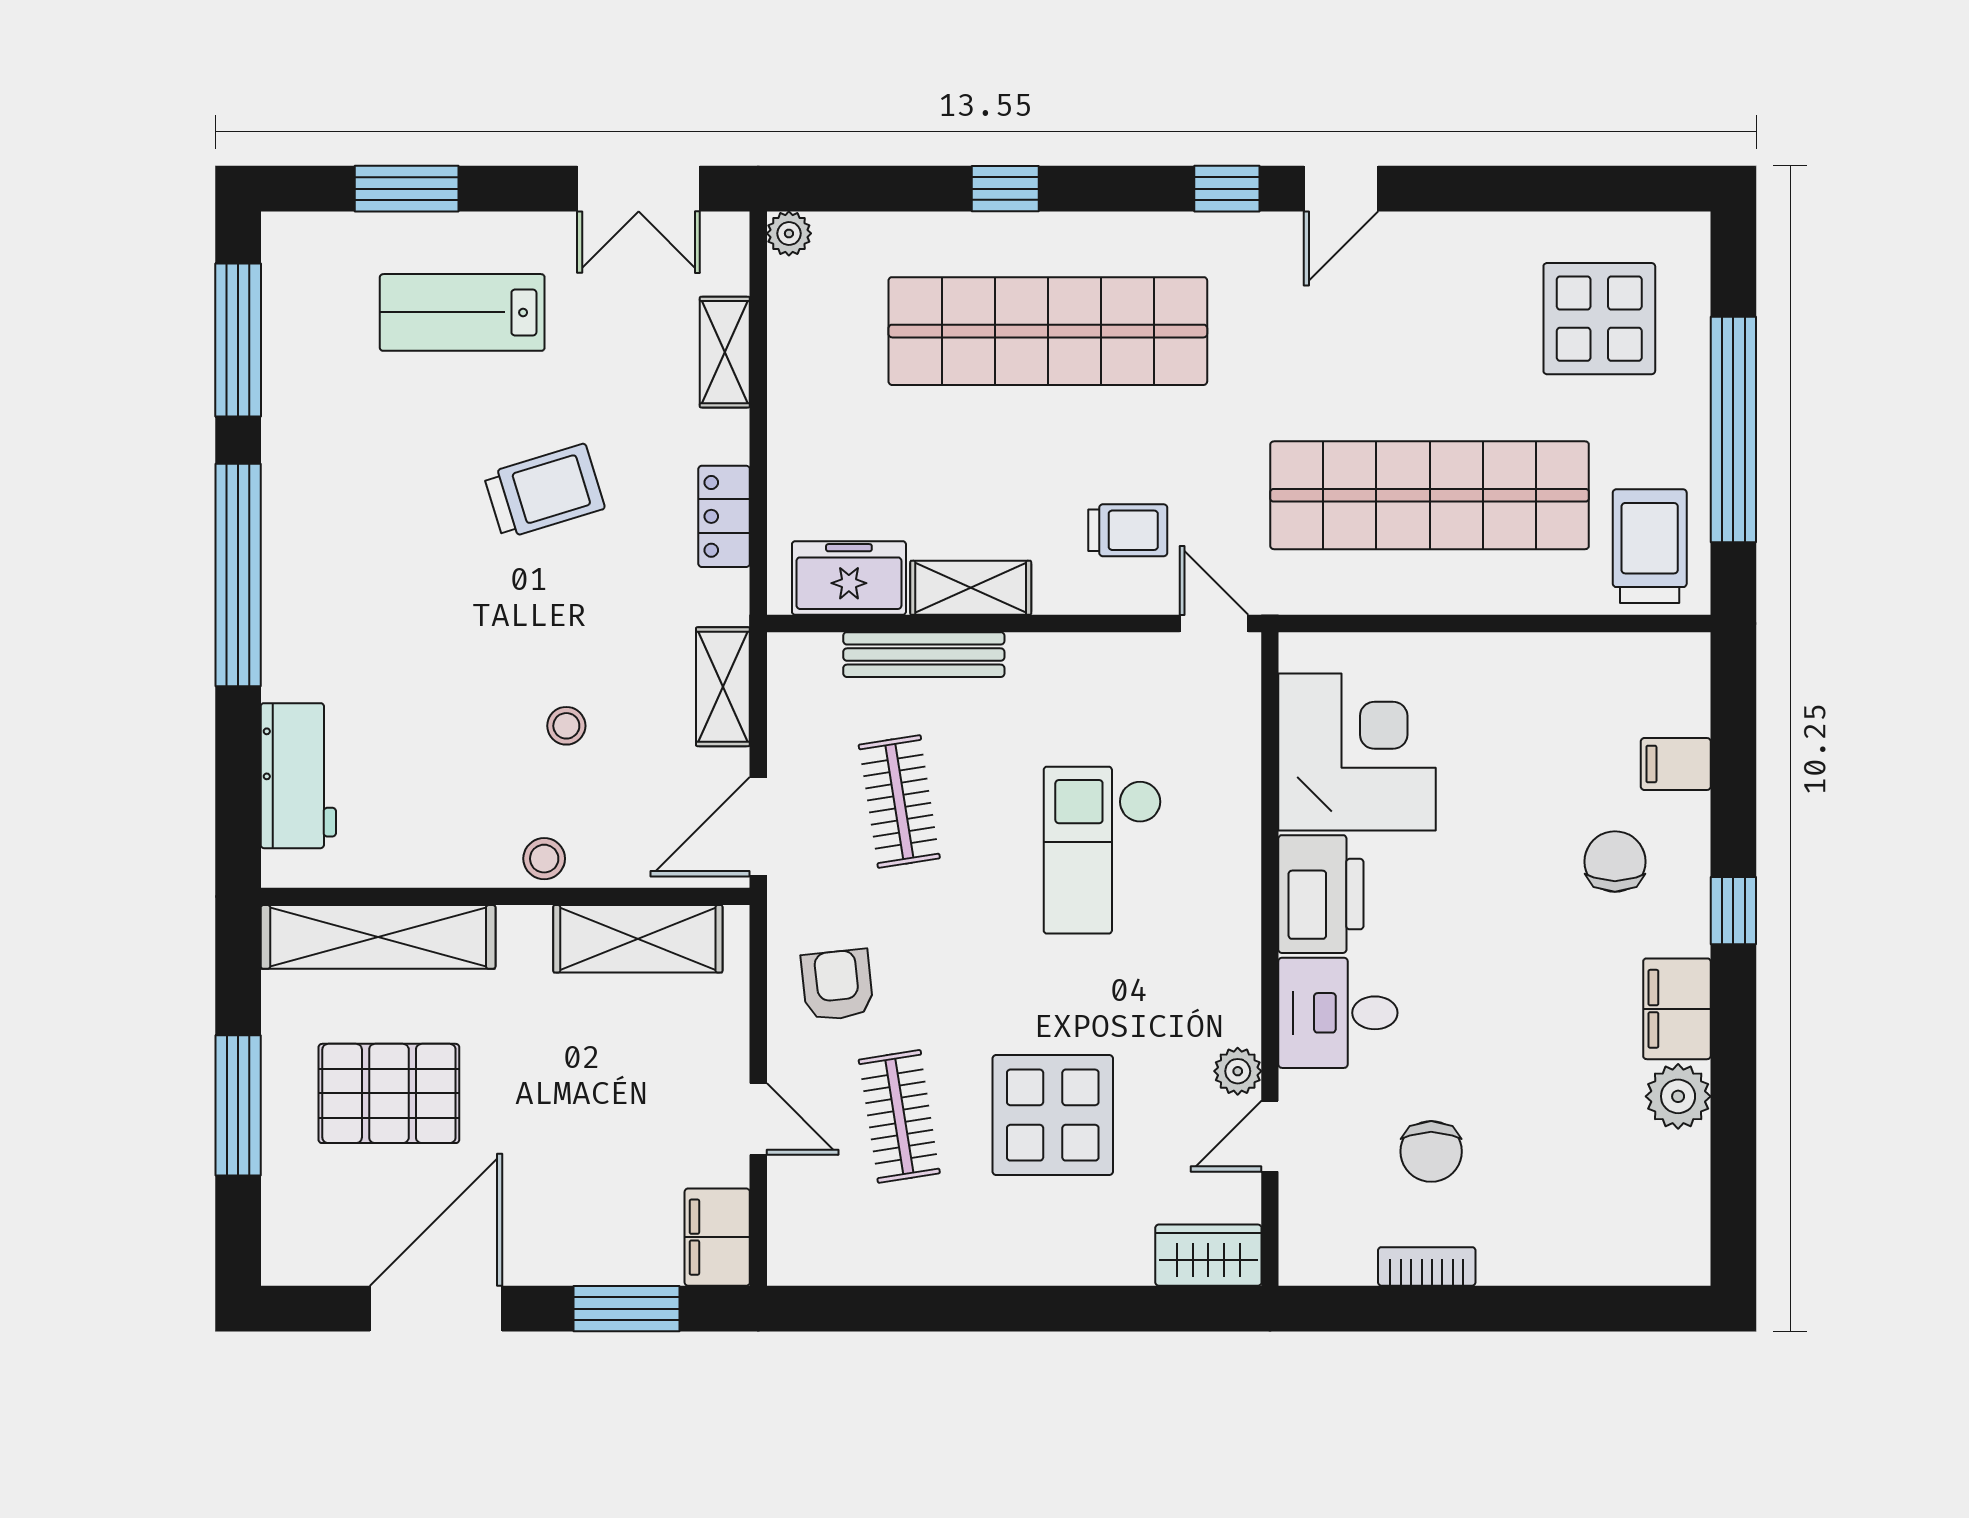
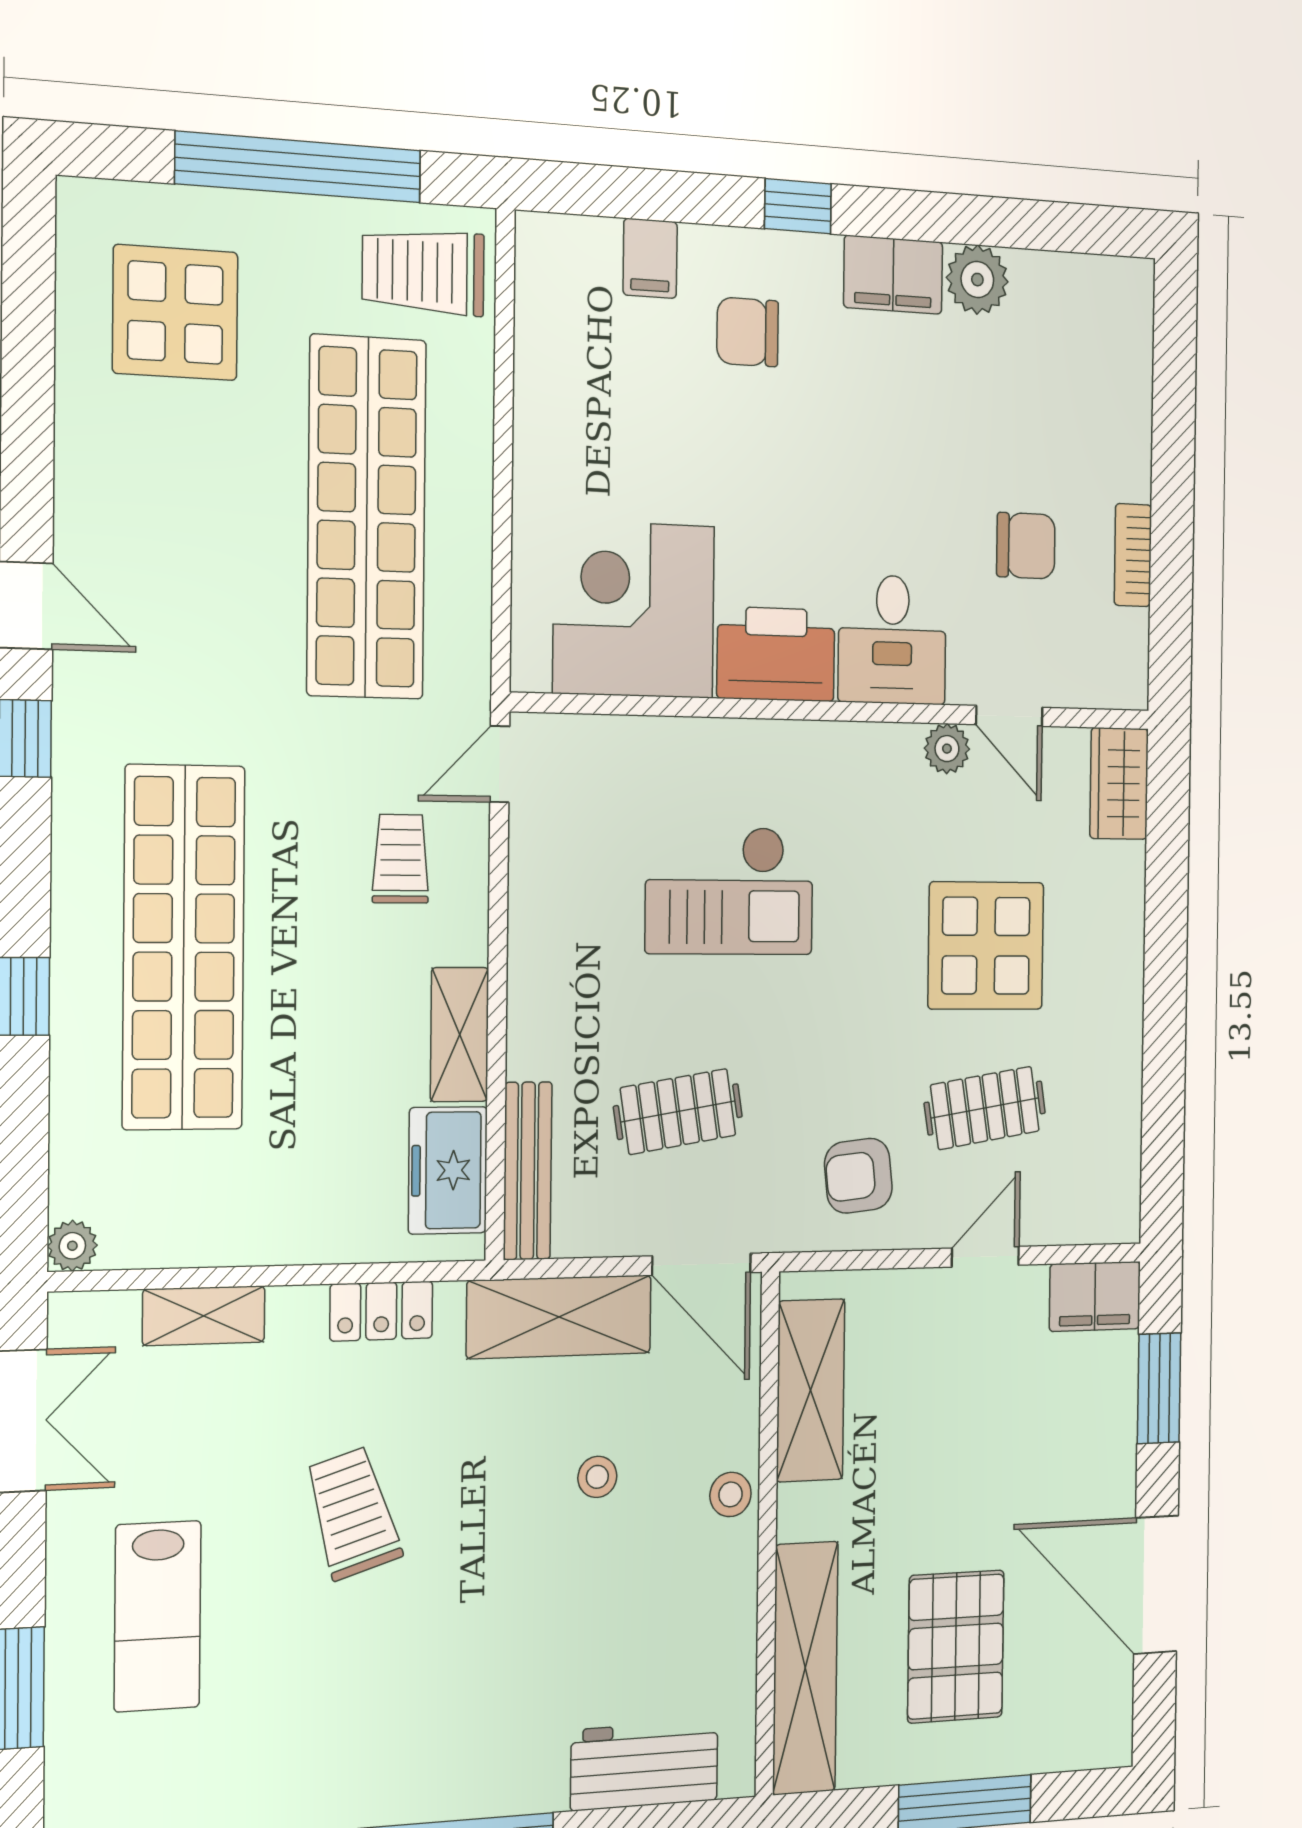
bench: (924, 655) -> (528, 1171), moved
shelving: (723, 687) -> (559, 1317), width x1.50, depth x1.33

